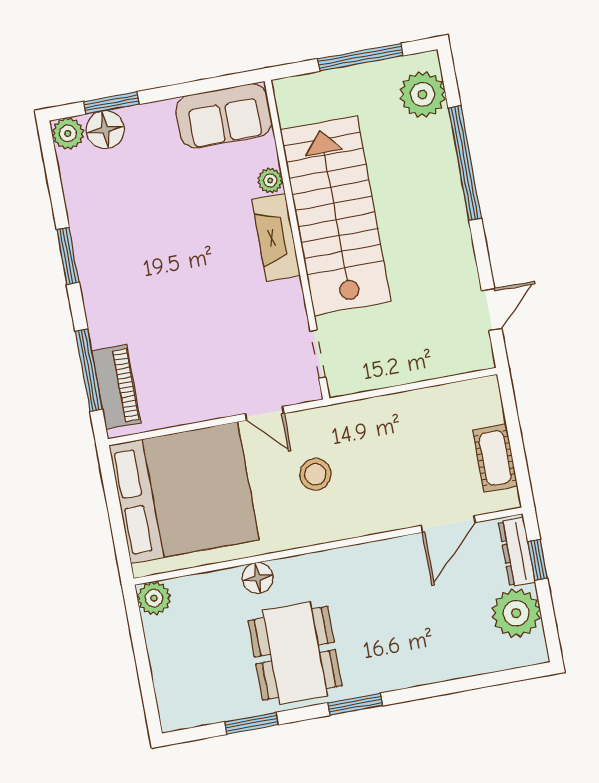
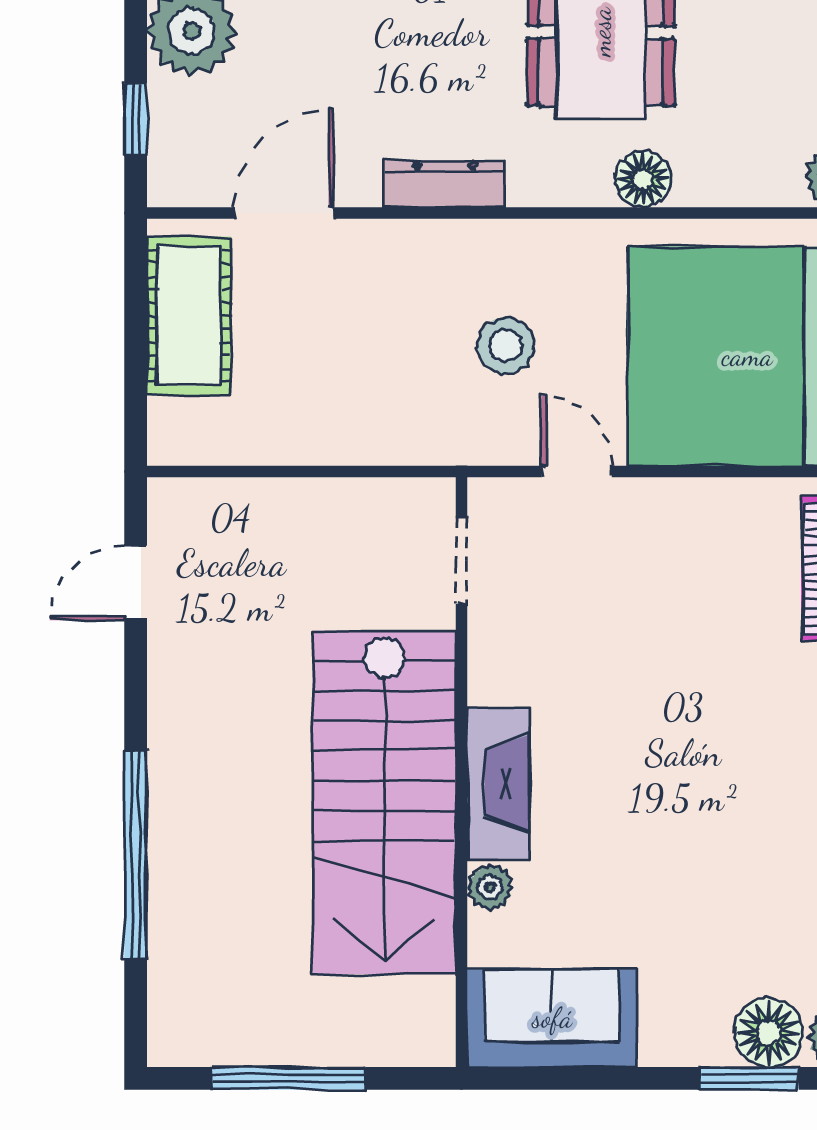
plant: (422, 94) -> (189, 991), removed
cot: (495, 458) -> (189, 316), width x1.37, depth x1.34
dresser: (517, 552) -> (445, 184), moved, turned -90

